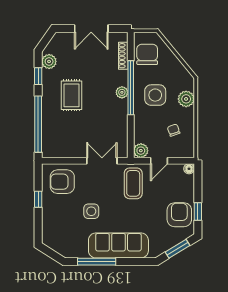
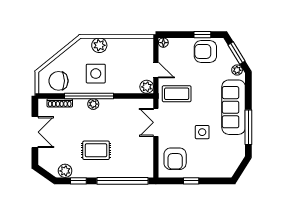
chair: (174, 130) -> (128, 57), removed
plant: (159, 249) -> (237, 70), added

